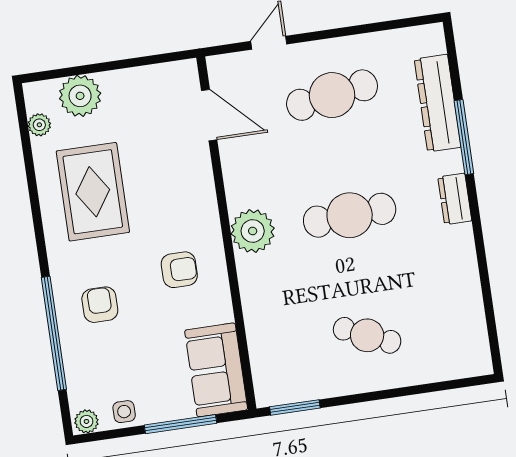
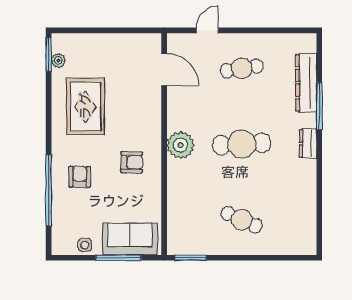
cafe table: (332, 95) -> (242, 68), width x0.73, depth x0.74
plant: (80, 96) -> (86, 46), removed
window: (22, 118) -> (49, 54), added
sofa: (216, 370) -> (130, 239), moved, turned 90
plant: (86, 421) -> (61, 248), removed

